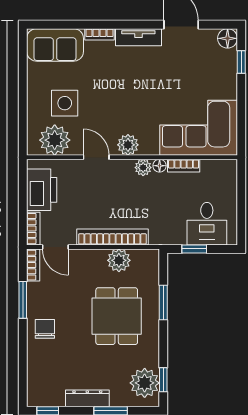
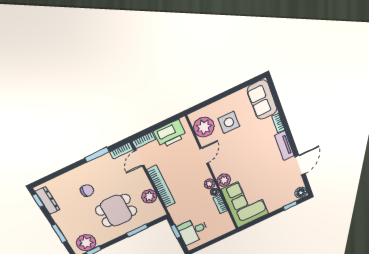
plant: (128, 145) -> (224, 180), moved
chair: (45, 329) -> (87, 191), moved
dresser: (87, 398) -> (48, 201), moved

